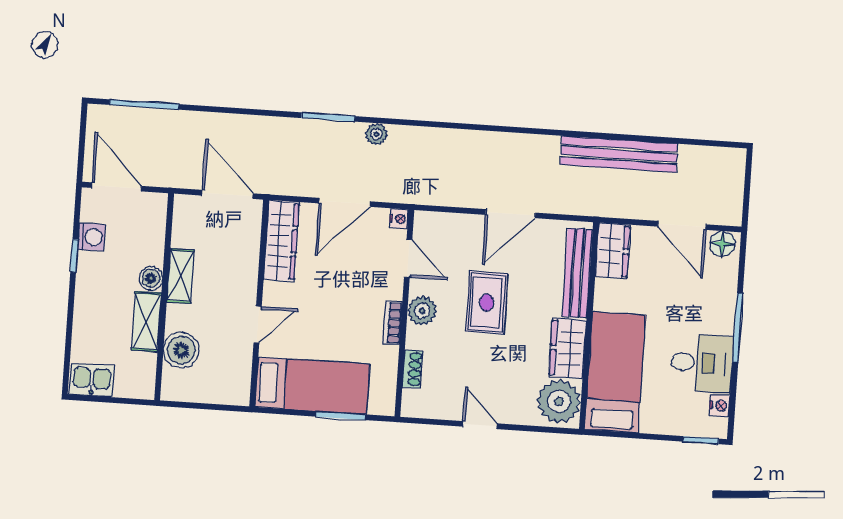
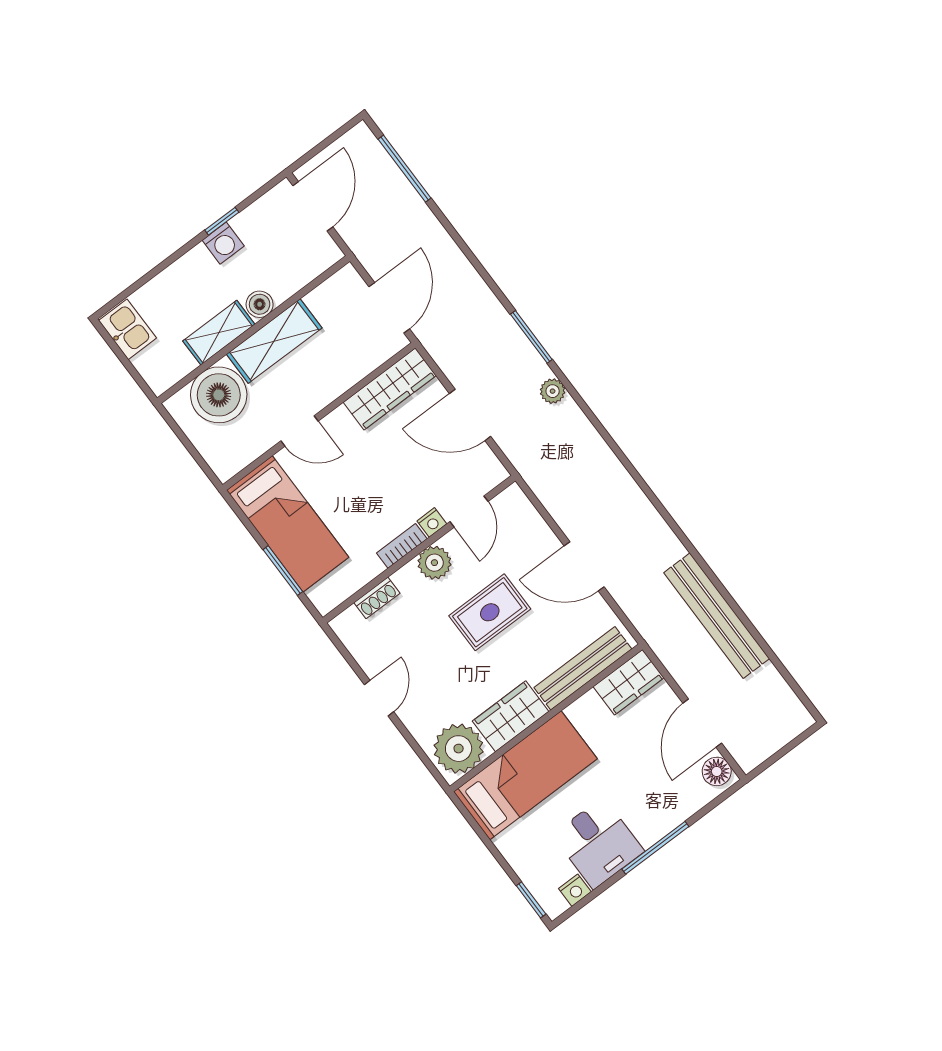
nightstand: (399, 219) -> (432, 522), moved
washing machine: (92, 237) -> (223, 243), moved
shelving: (180, 276) -> (274, 341), width x1.50, depth x1.33
boiler: (181, 350) -> (219, 395), width x1.37, depth x1.37

